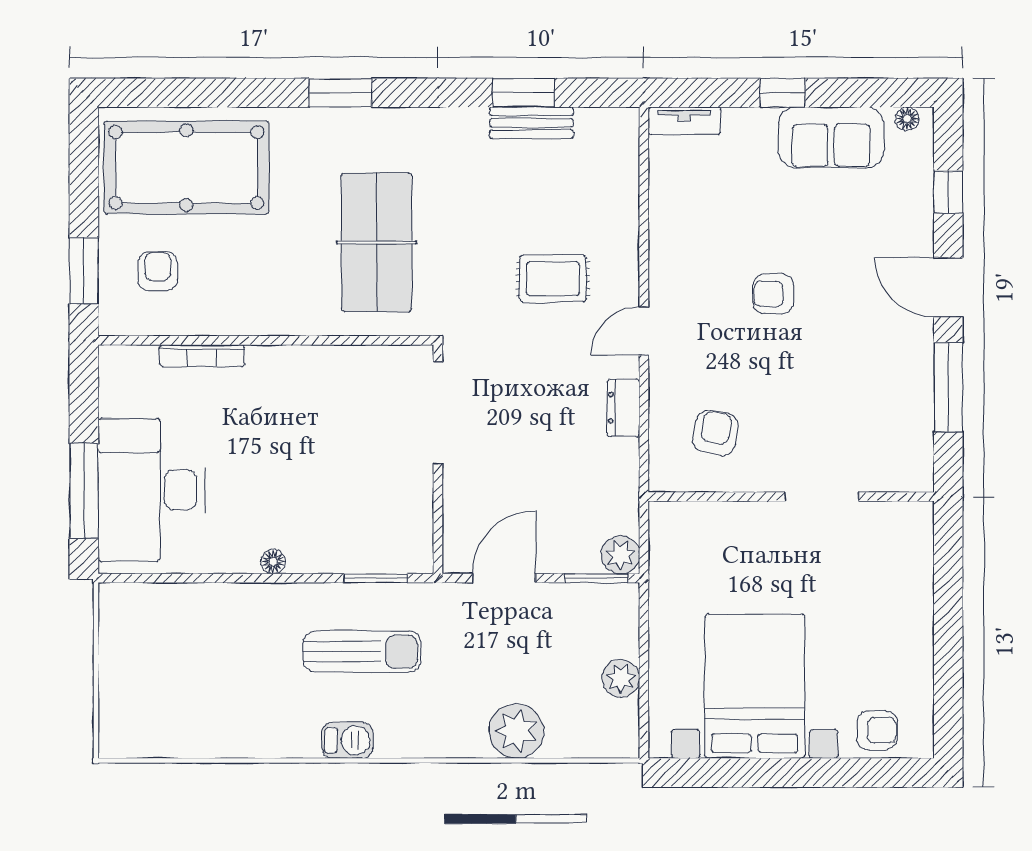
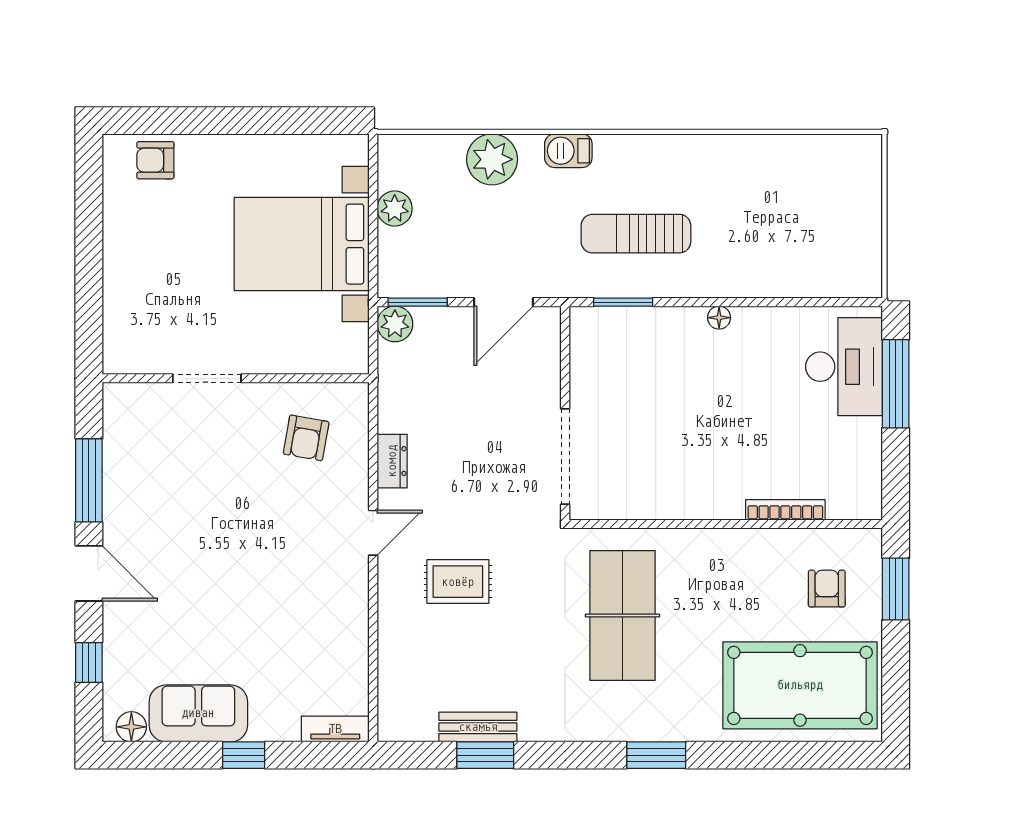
floor lamp: (907, 119) -> (131, 727), width x1.37, depth x1.37
armchair: (158, 271) -> (827, 589), turned 180
armchair: (773, 294) -> (252, 567), removed
desk: (152, 490) -> (844, 367), width x0.73, depth x0.77
bed with nightstands: (755, 686) -> (302, 244), moved, turned 90
barbecue: (347, 740) -> (568, 151), moved

